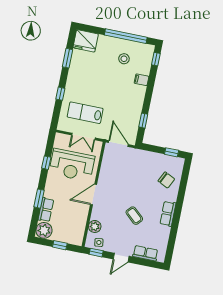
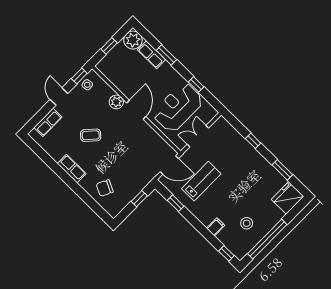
lab bench: (85, 113) -> (201, 181), moved
window: (172, 152) -> (139, 199), moved
plant: (95, 226) -> (116, 102), moved

